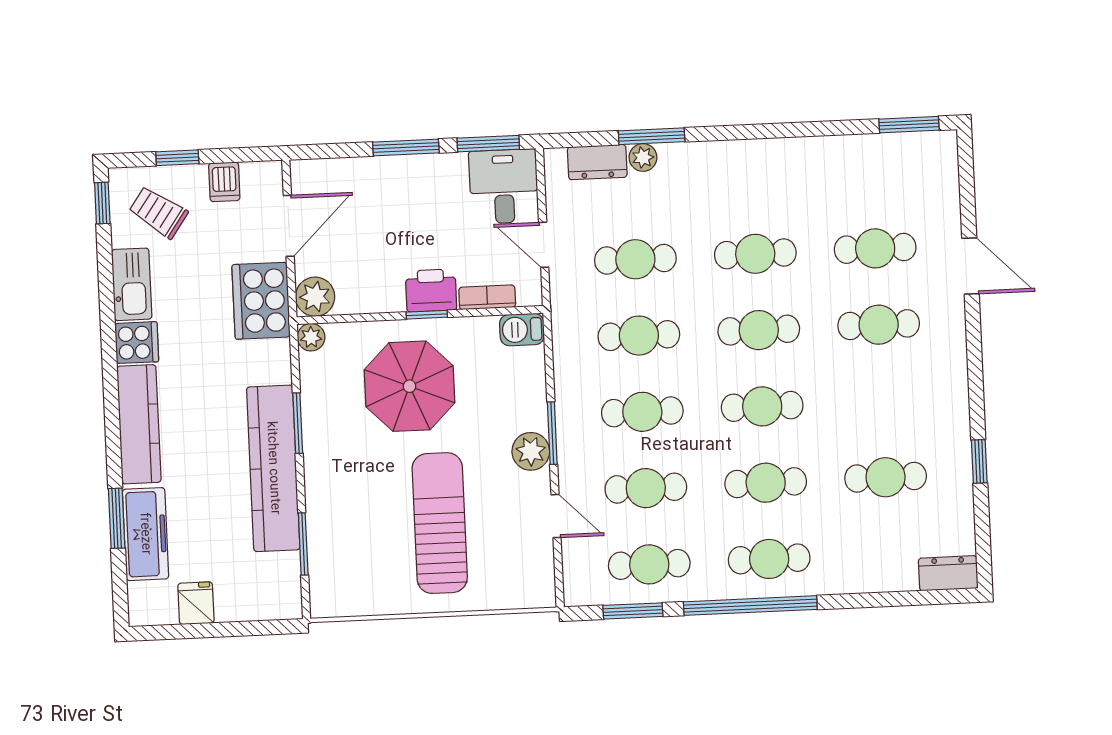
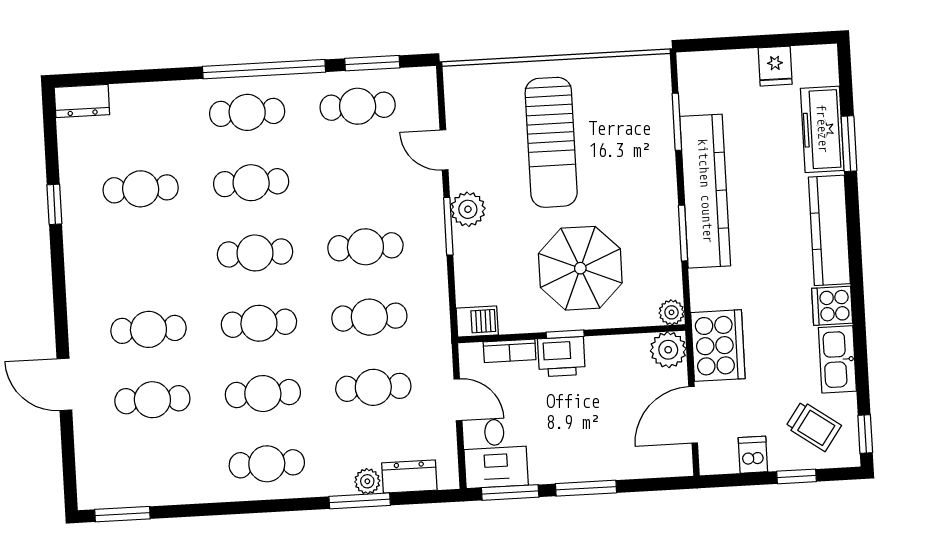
cafe table: (646, 488) -> (267, 464), moved

